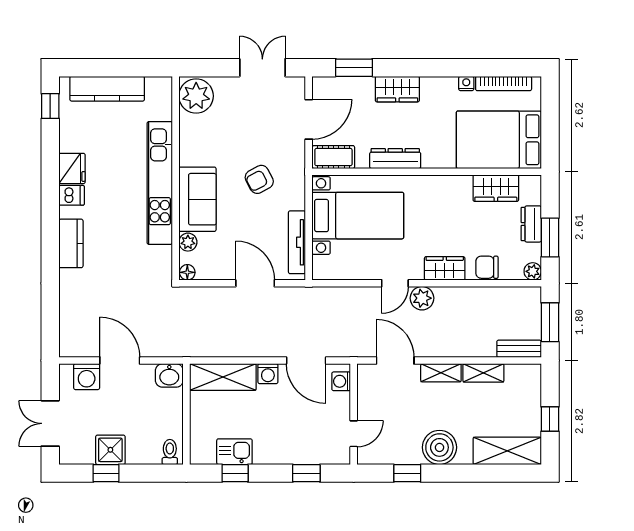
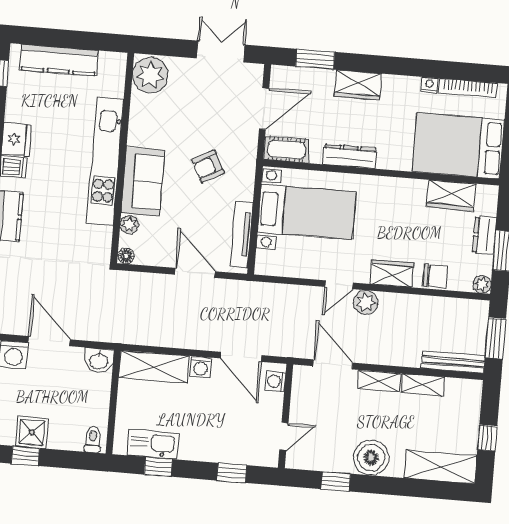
chair: (487, 267) -> (435, 276), turned 180
bench: (519, 349) -> (453, 362), width x1.36
kitchen sink: (234, 452) -> (153, 444), width x1.38

